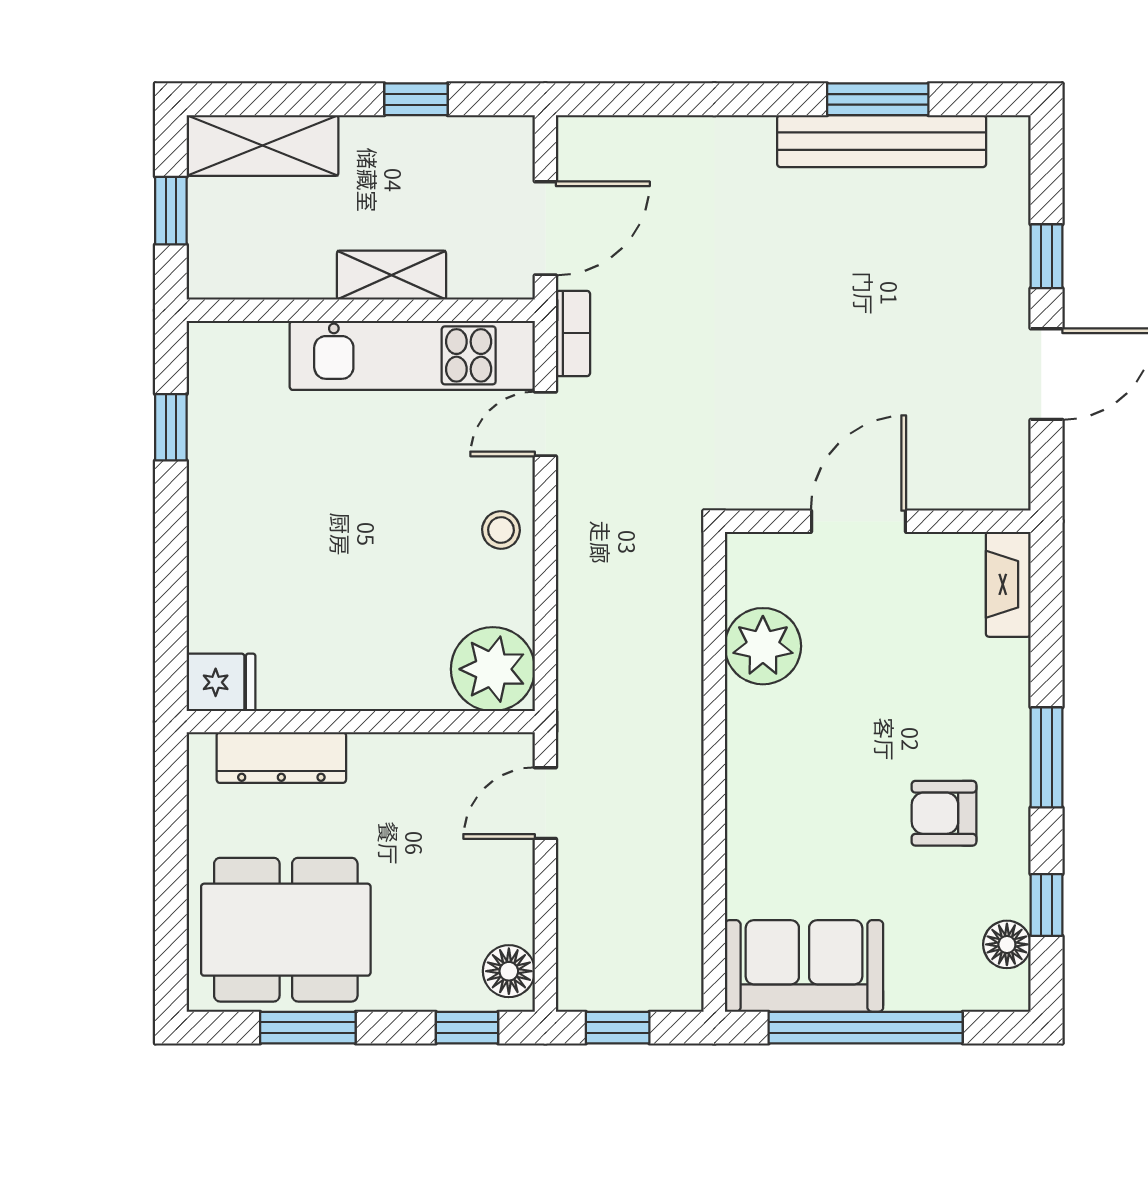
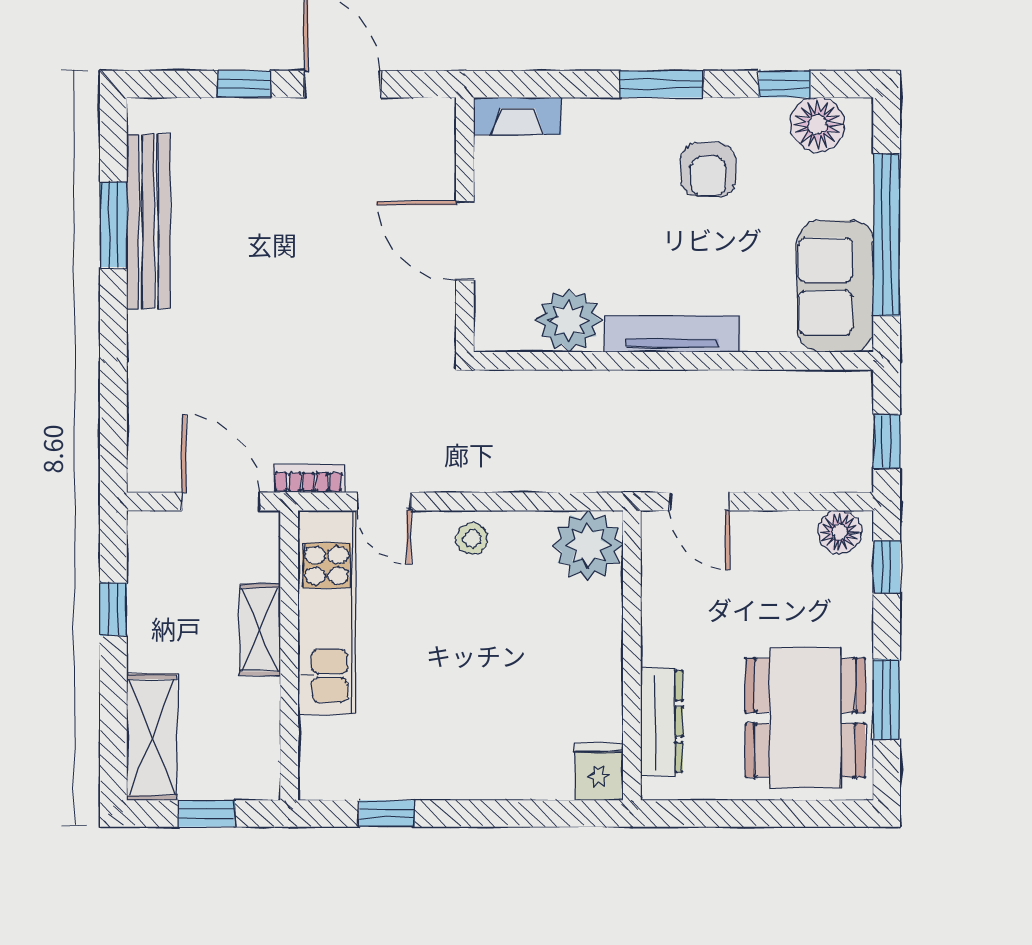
tv unit: (747, 770) -> (672, 334), added
floor lamp: (1007, 944) -> (817, 125), width x1.38, depth x1.38

